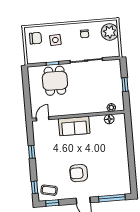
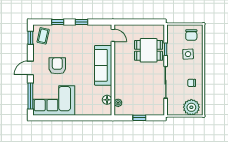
sofa: (74, 126) -> (103, 65), width x1.36
corner sofa: (115, 174) -> (54, 101), added
window: (35, 187) -> (58, 22), moved

